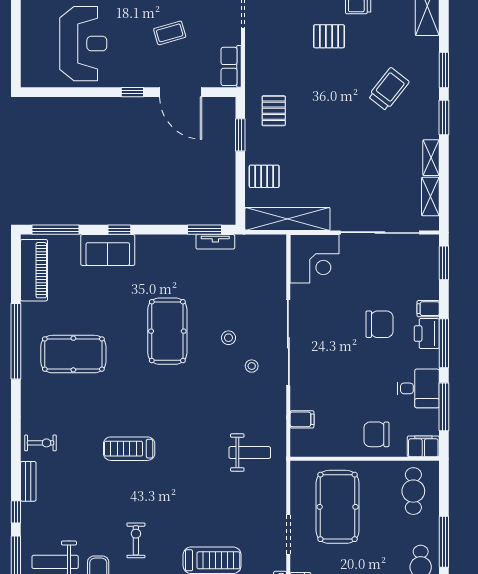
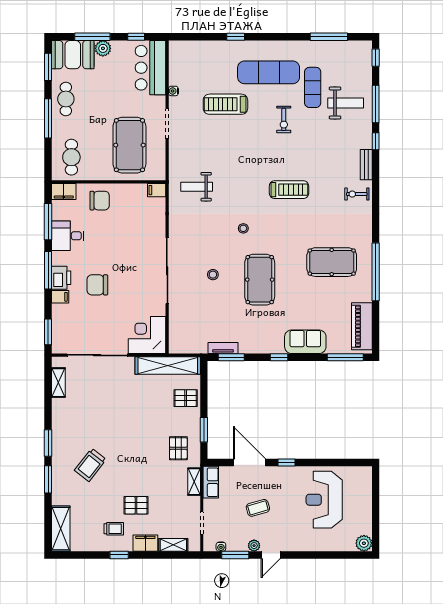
shelving: (431, 158) -> (194, 482), moved
window: (119, 230) -> (279, 357), moved
stool: (252, 366) -> (243, 228), moved
filing cabinet: (302, 419) -> (157, 190), moved

